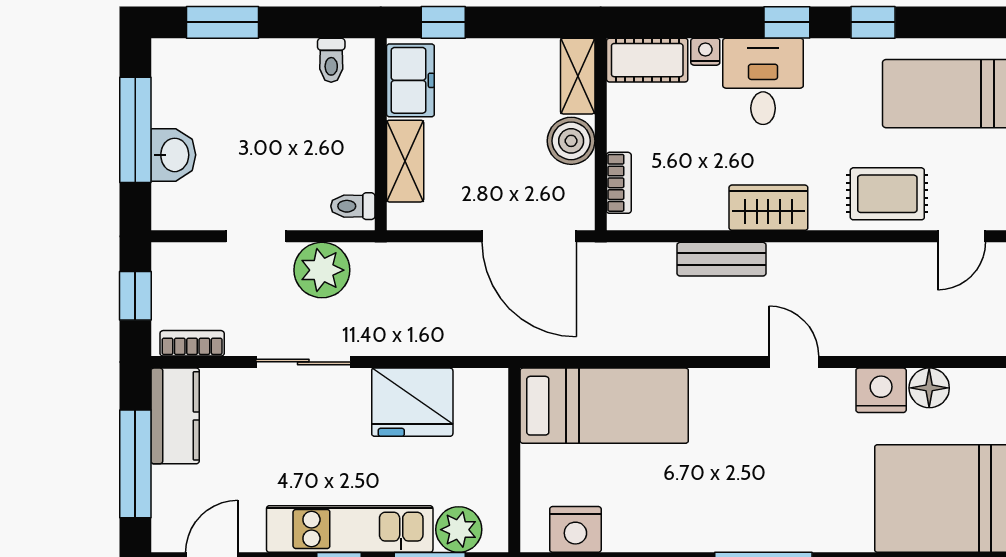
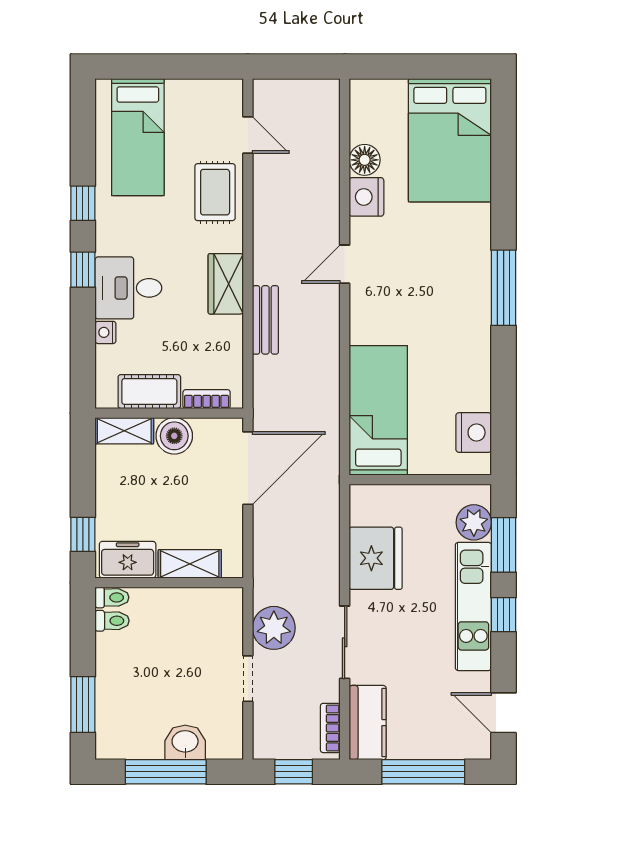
cot: (647, 60) -> (149, 392), moved, turned 90
toilet: (353, 206) -> (112, 597), moved, turned -90
kitchen counter: (175, 416) -> (368, 723), moved, turned 90

